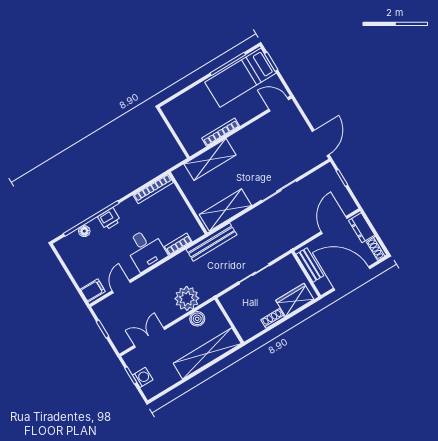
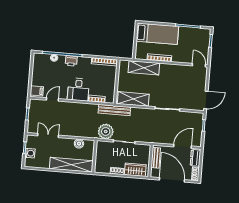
bed: (241, 78) -> (157, 34), moved, turned 180
plant: (187, 298) -> (106, 131), moved

